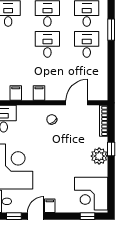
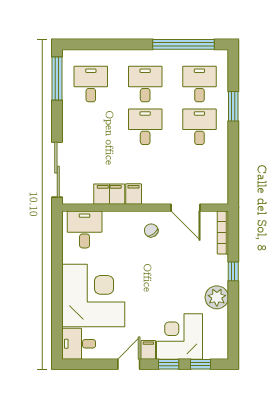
filing cabinet: (16, 93) -> (109, 194), width x2.00
door: (77, 103) -> (186, 208), swing flipped
plant: (99, 156) -> (217, 297), moved
corner desk: (91, 194) -> (180, 336), moved, turned 90
window: (14, 216) -> (169, 364), moved

